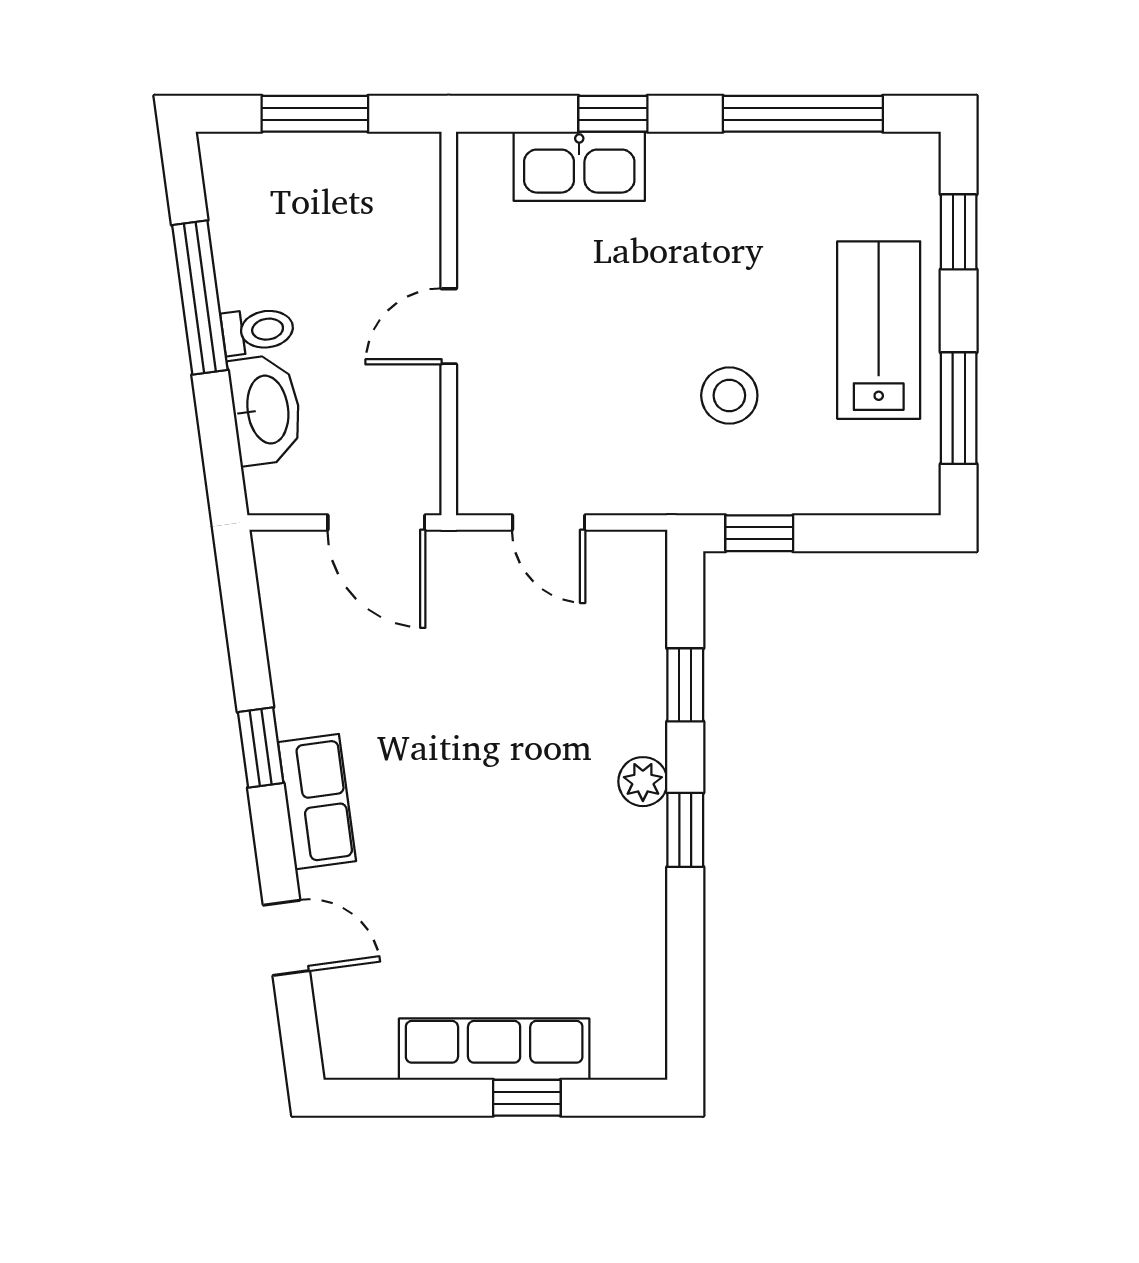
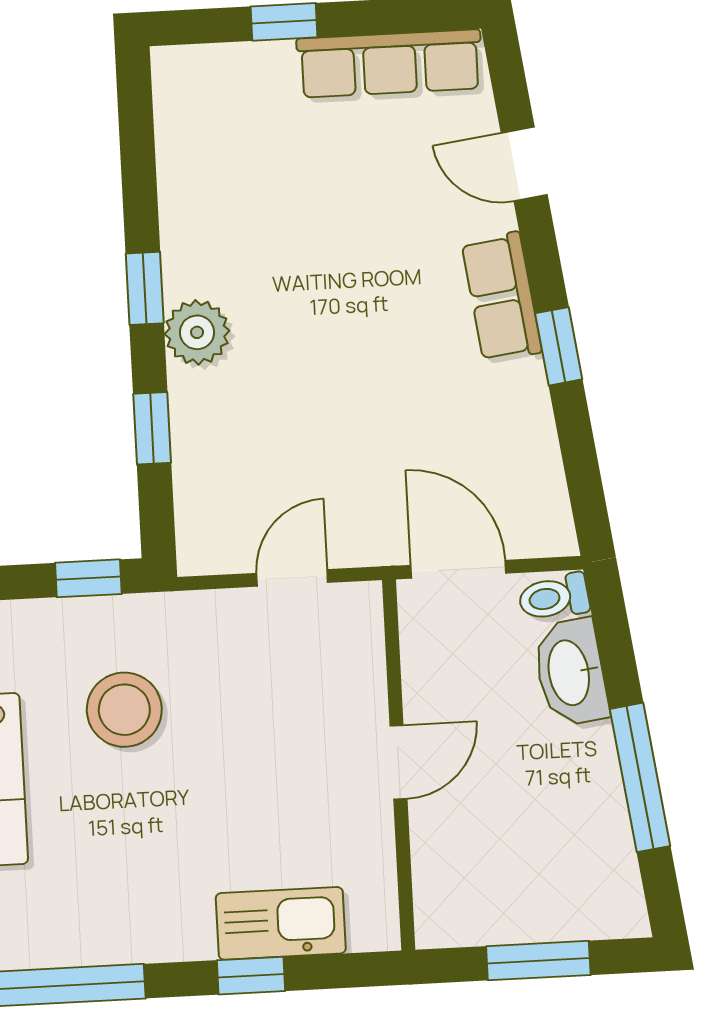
toilet: (258, 330) -> (554, 597), moved
stool: (729, 395) -> (124, 710), width x1.38, depth x1.38
door: (549, 523) -> (292, 578), hinge flipped
plant: (643, 782) -> (197, 332), width x1.38, depth x1.38
row of seats: (494, 1049) -> (390, 63), moved

